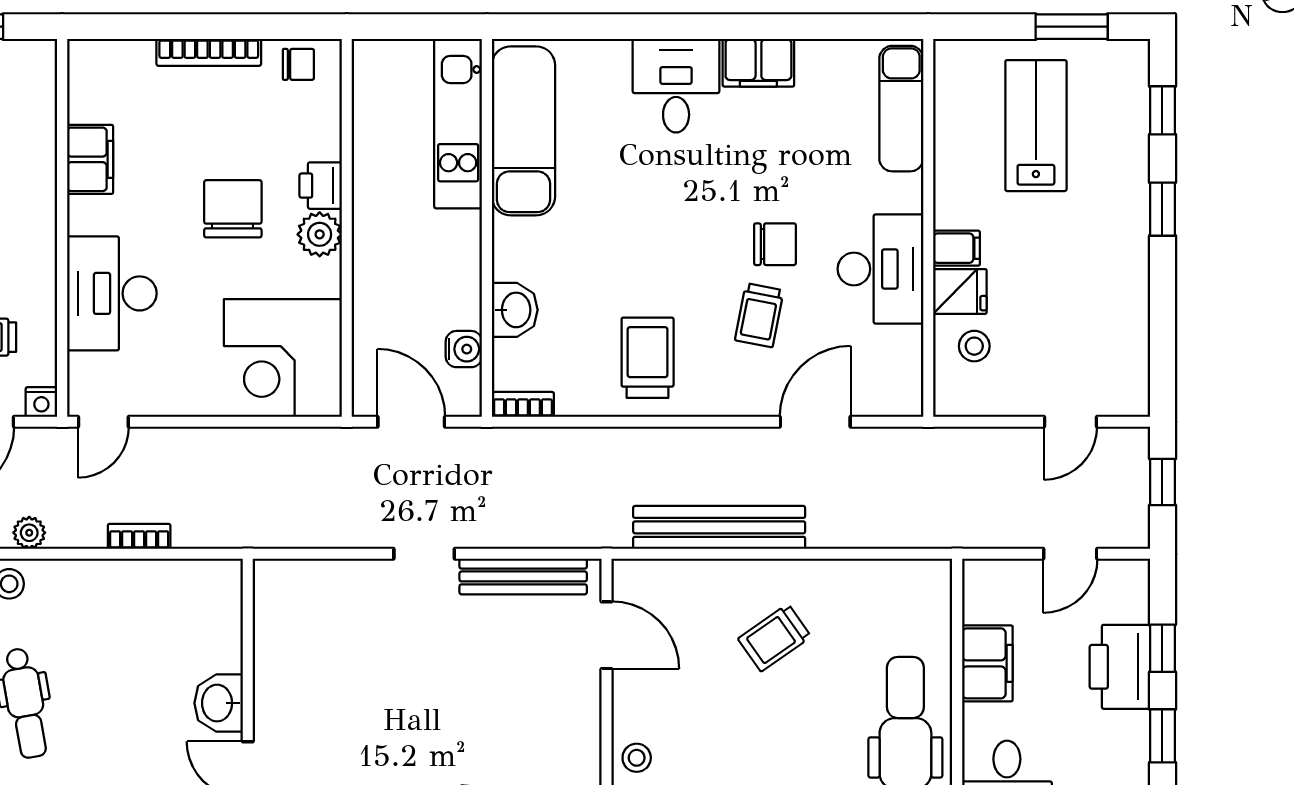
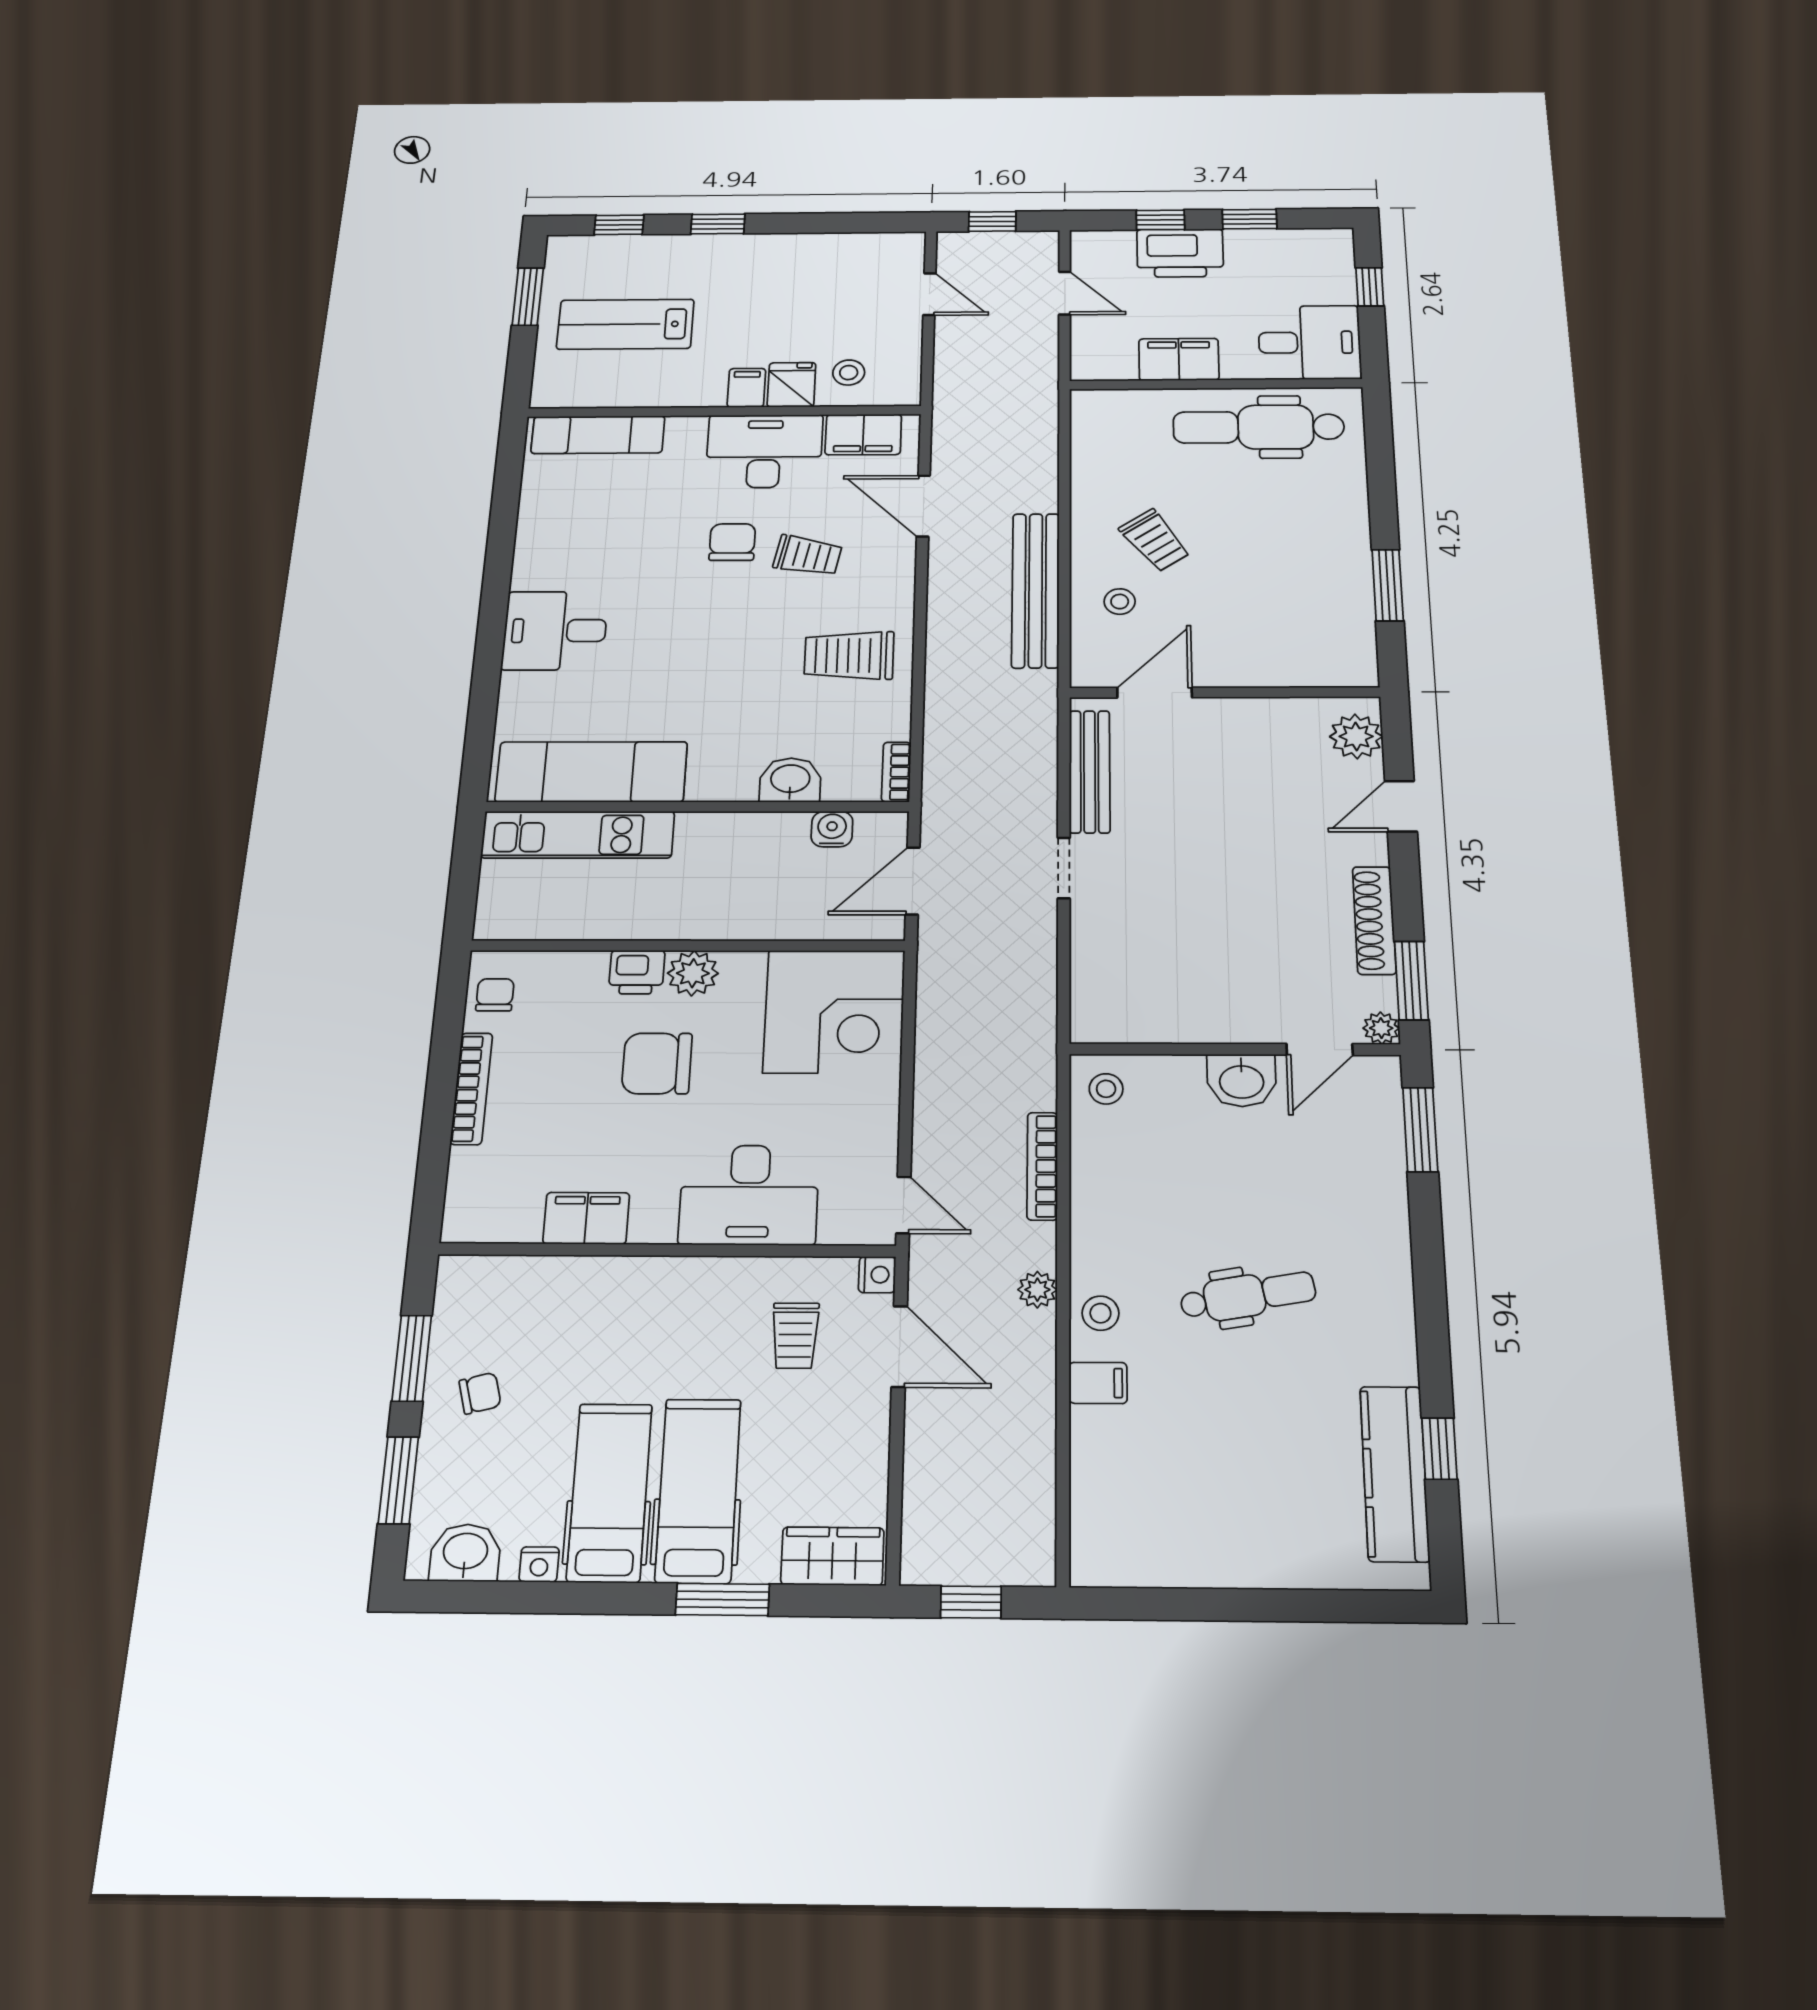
filing cabinet: (758, 63) -> (863, 435), moved, turned 90
bookcase: (139, 536) -> (1042, 1166), width x1.56
stool: (210, 589) -> (1106, 1089), added
stool: (637, 758) -> (1120, 602), moved

